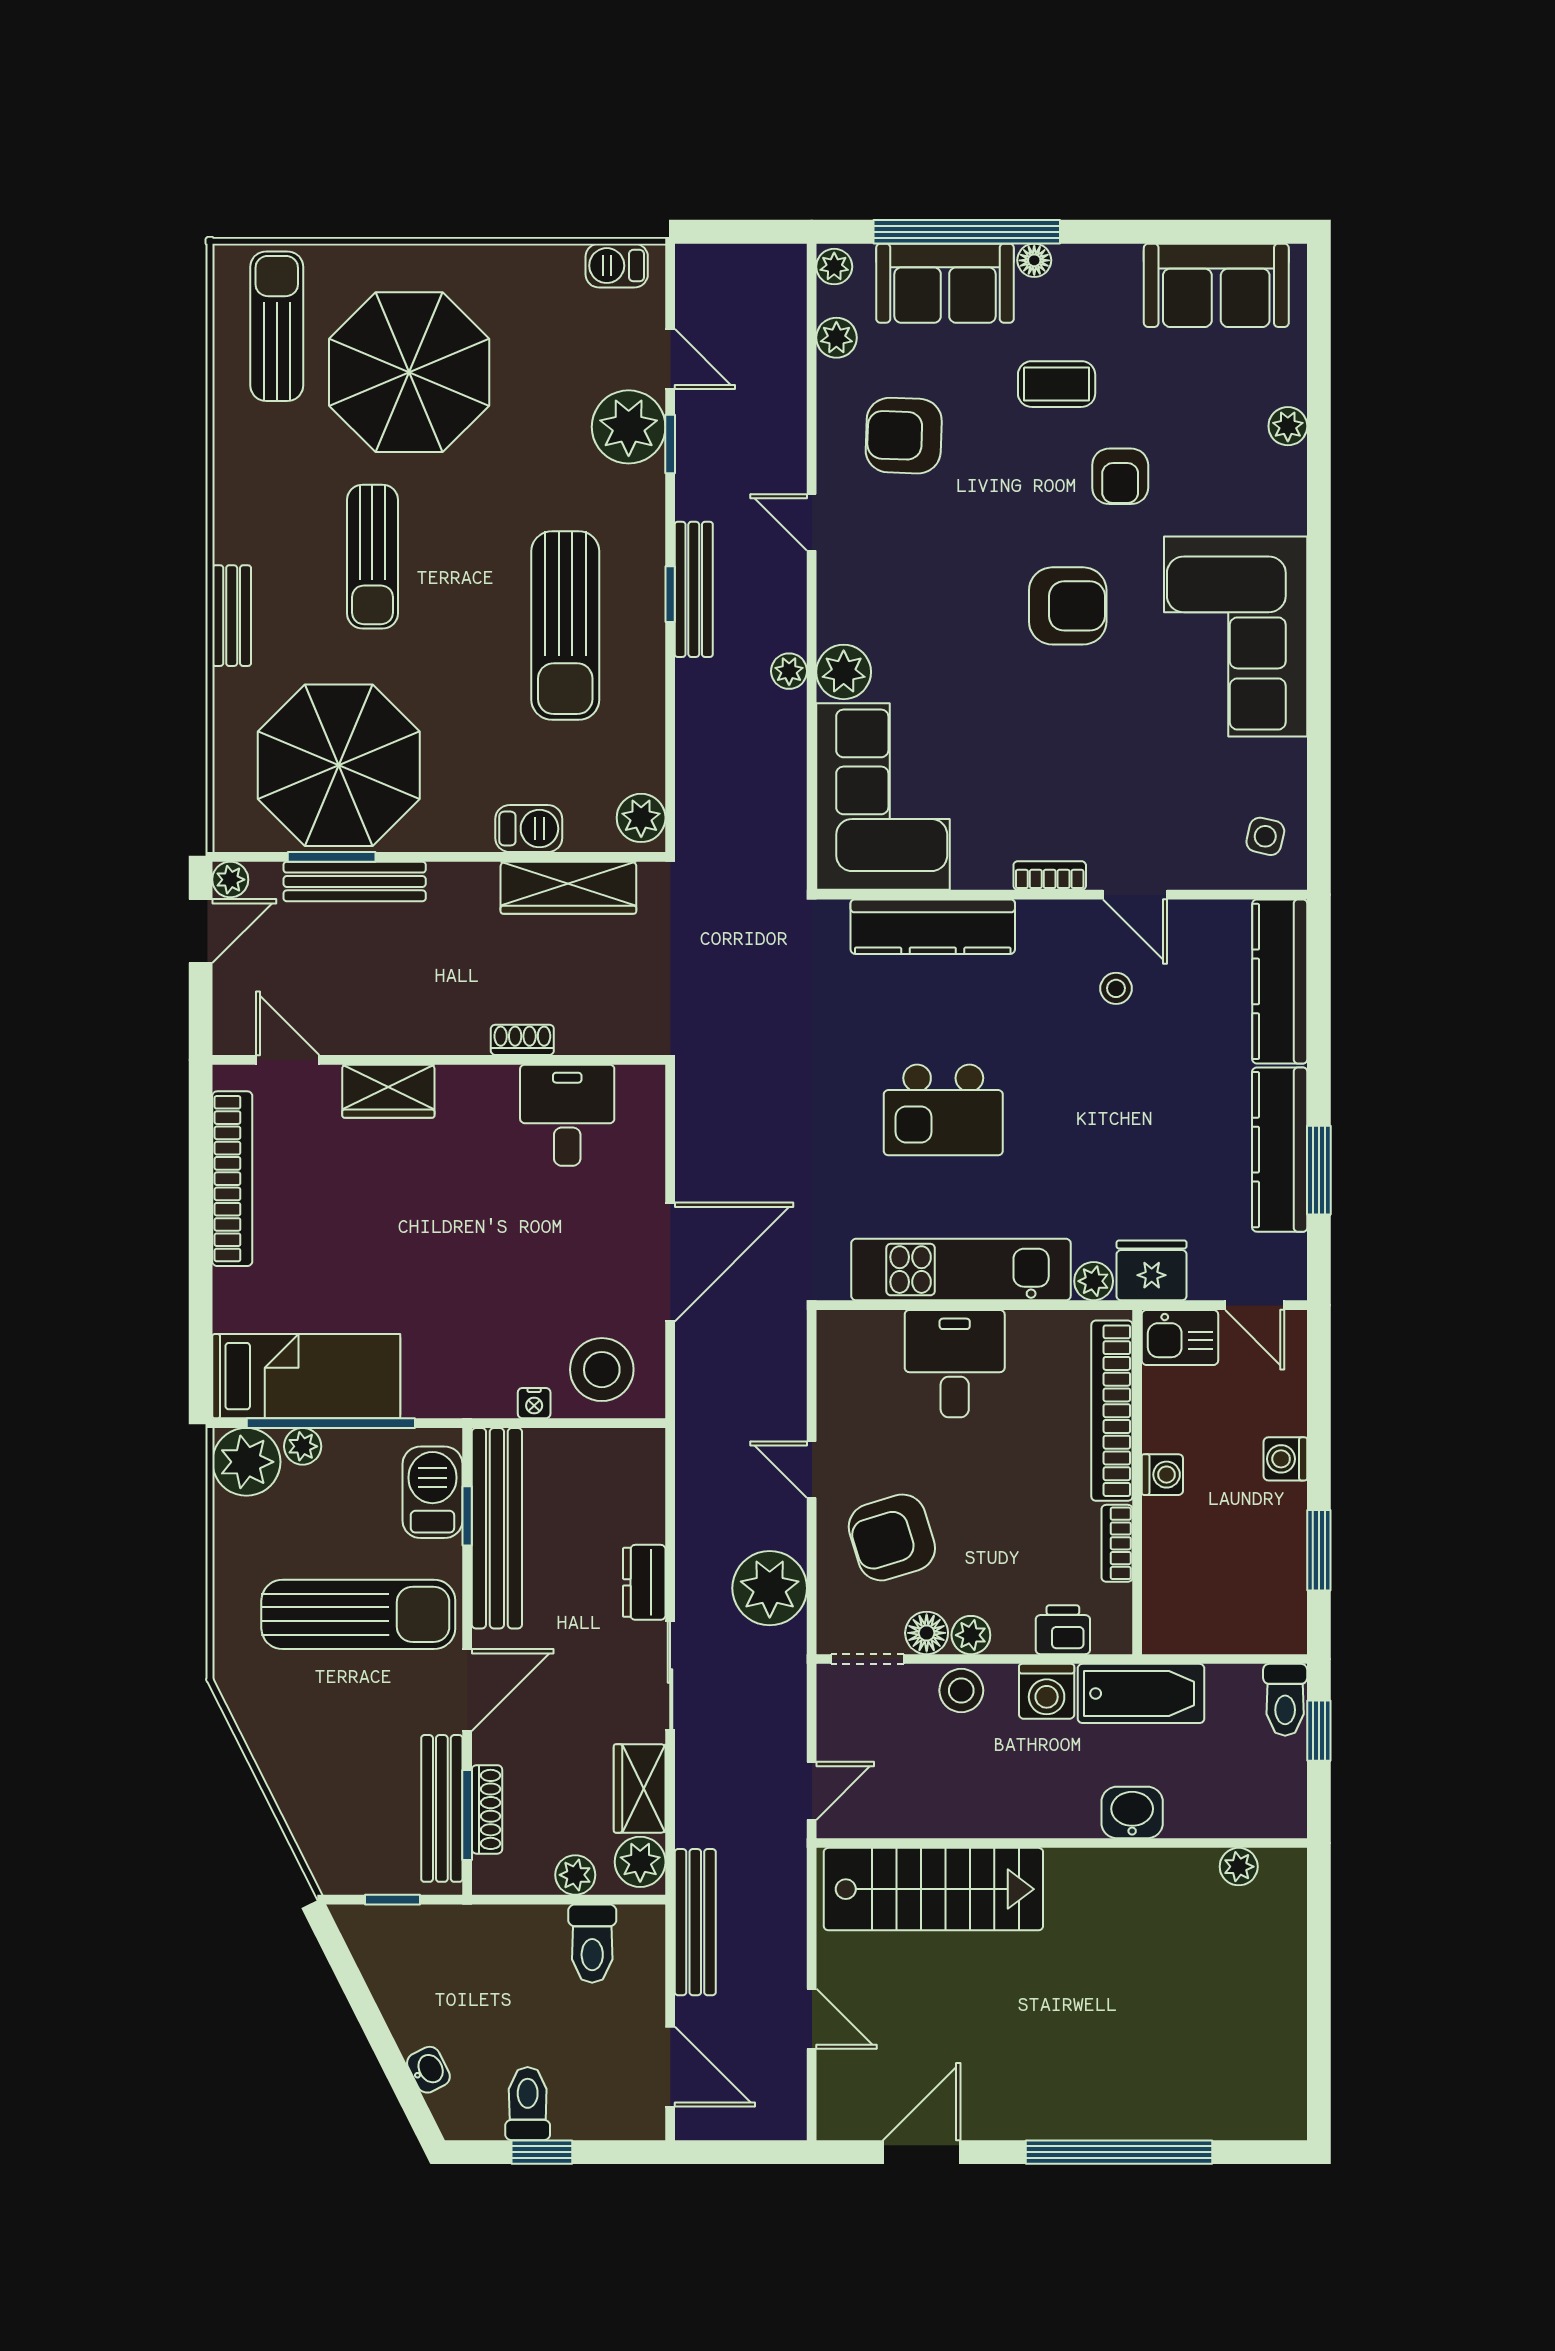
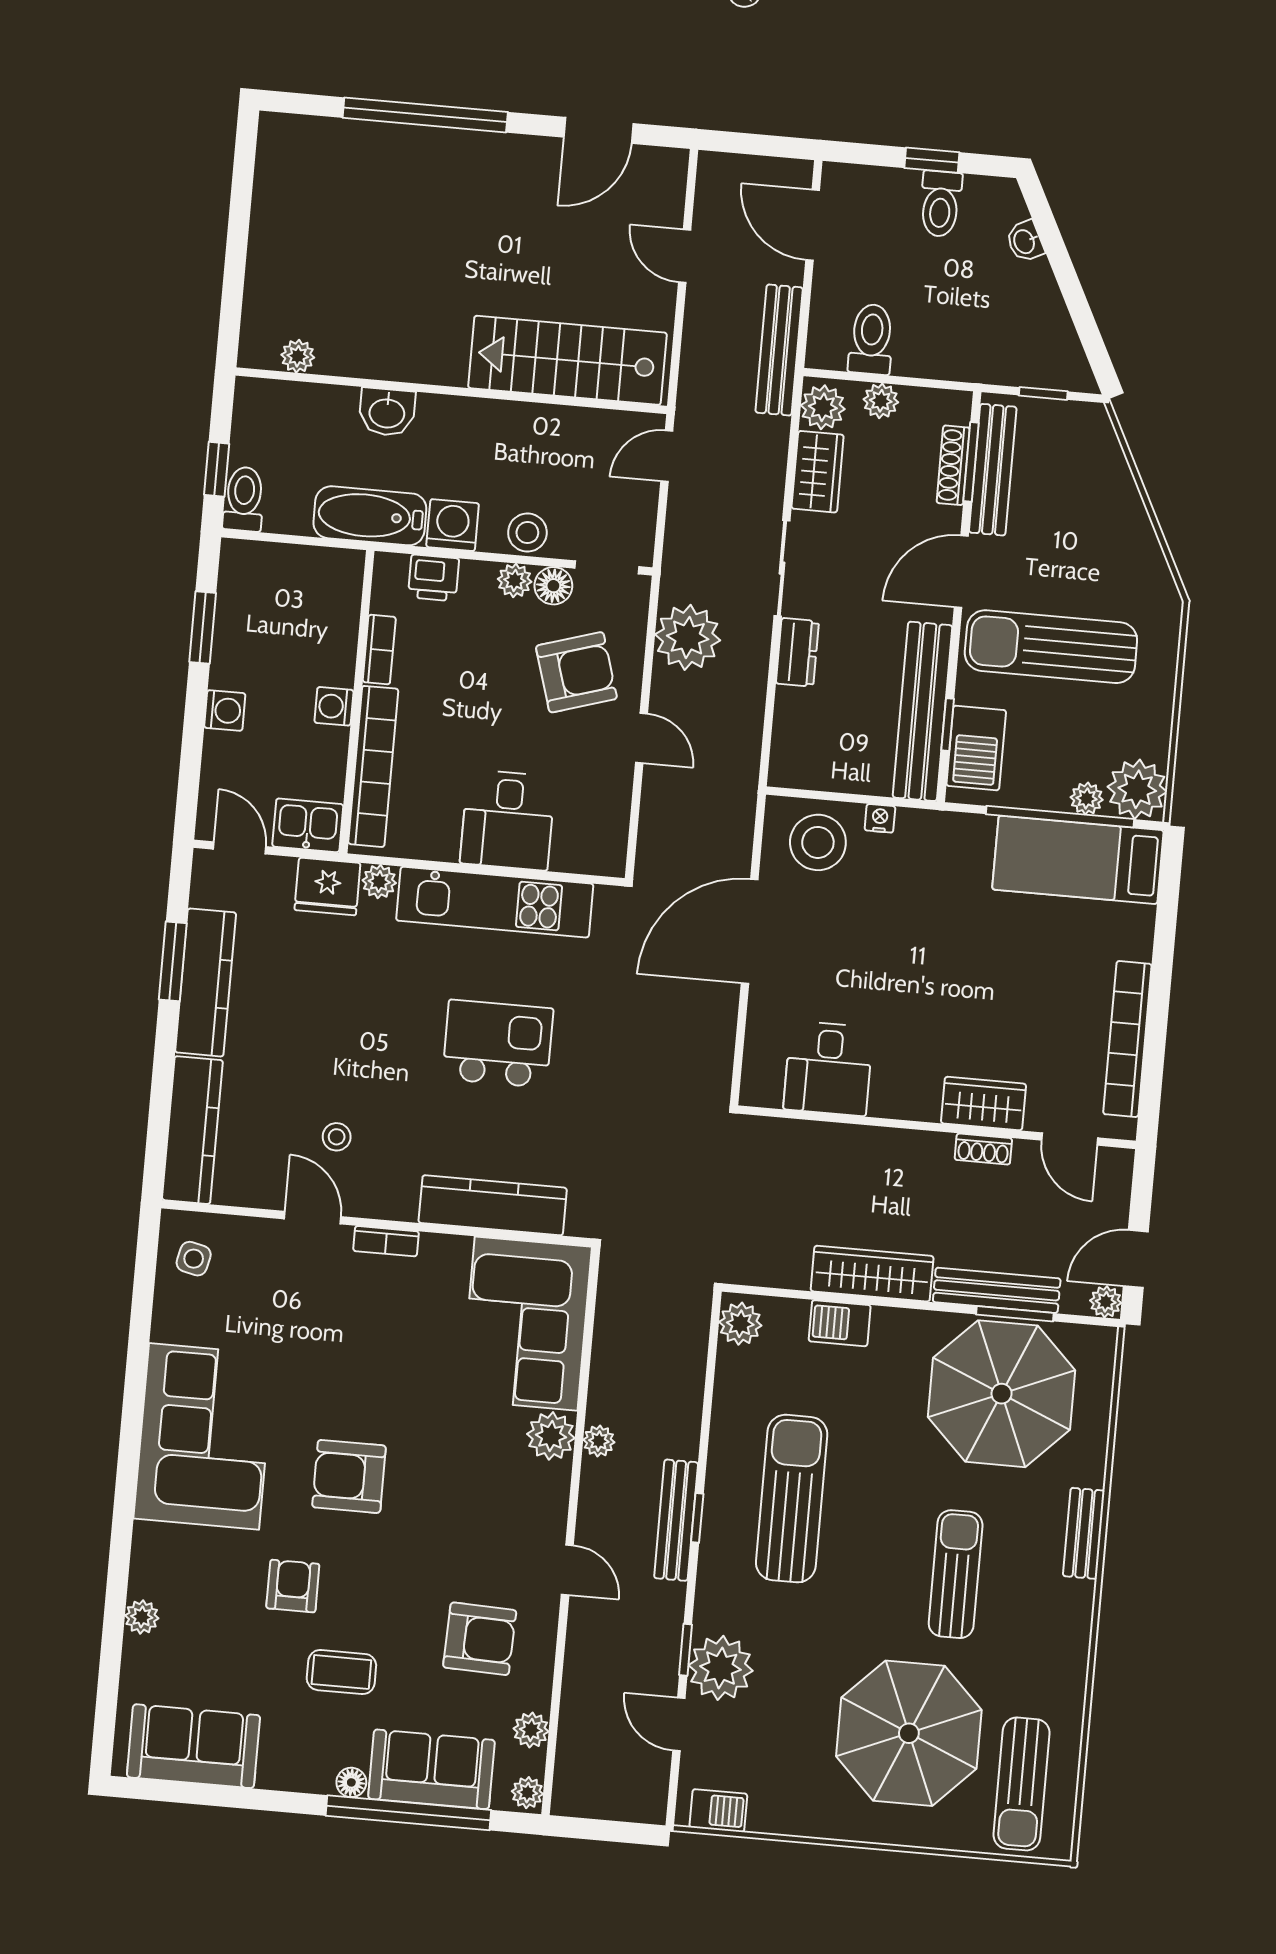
wardrobe: (568, 888) -> (872, 1274), moved
shoe rack: (522, 1040) -> (983, 1149), moved

